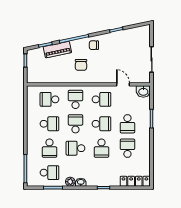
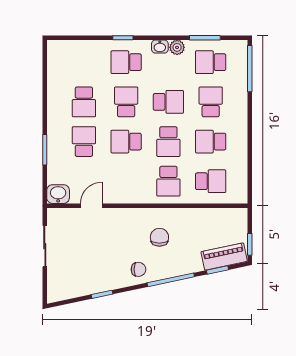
piano: (57, 50) -> (224, 257), moved
door: (123, 84) -> (91, 206), swing flipped
school desk: (101, 99) -> (126, 62), moved
locker: (135, 181) -> (72, 48), removed

